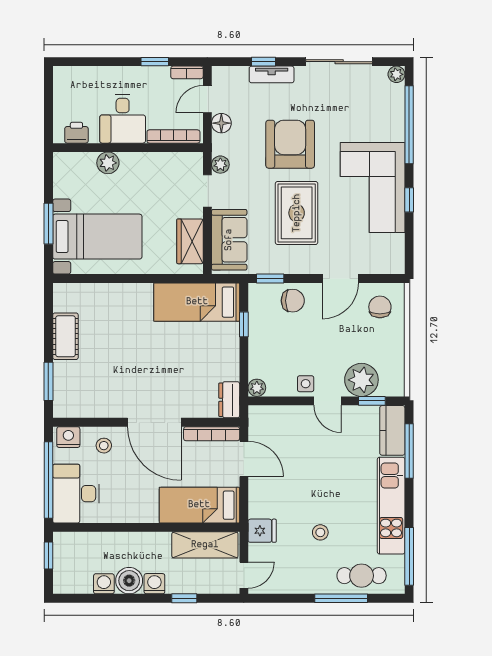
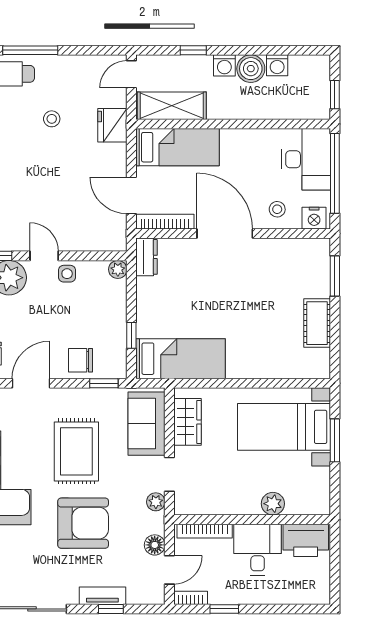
printer: (76, 133) -> (306, 540), width x1.87, depth x1.48
armchair: (290, 144) -> (83, 523), turned -90
fridge: (262, 531) -> (112, 125), width x1.38

